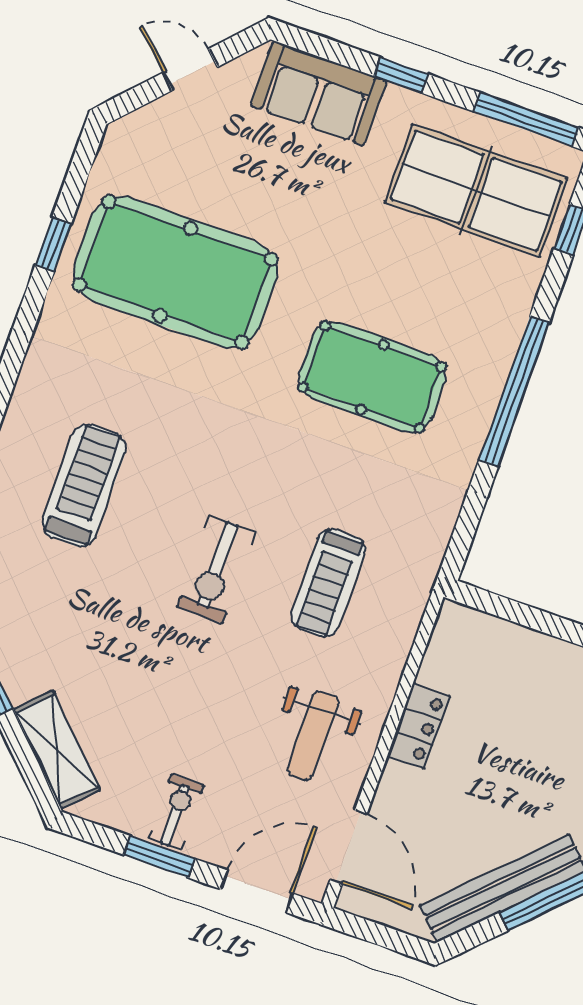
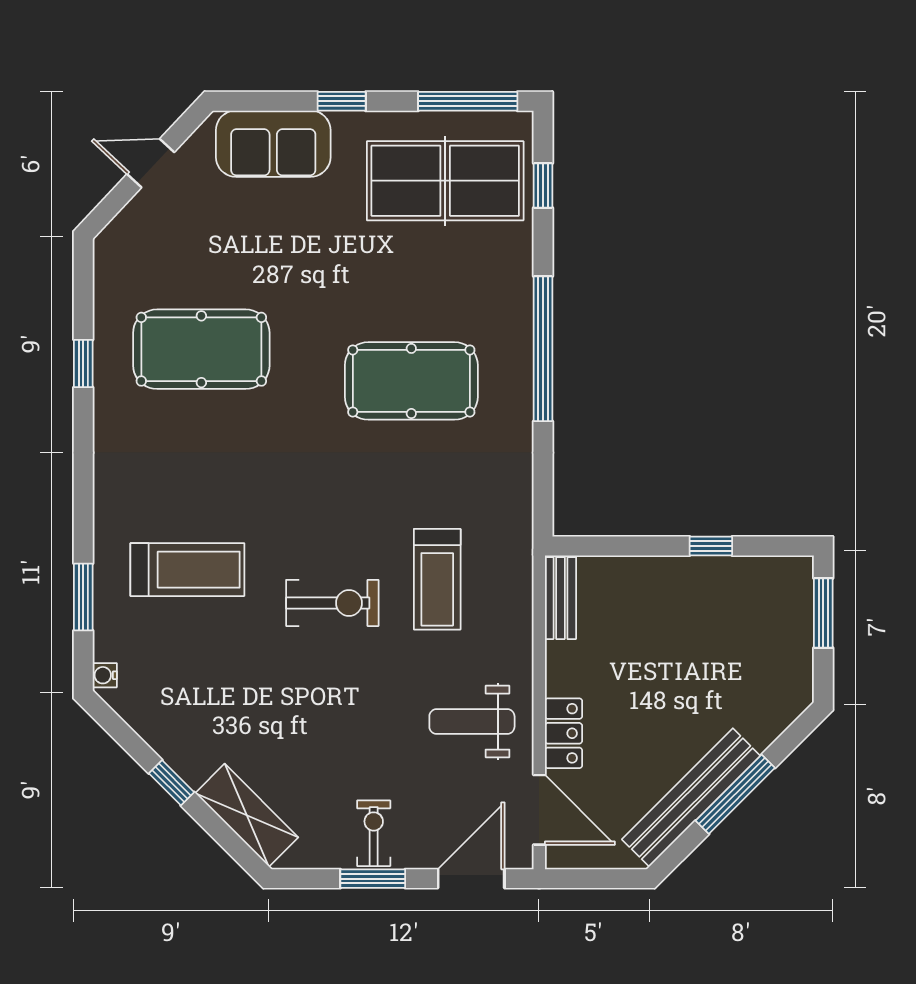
pool table: (175, 272) -> (201, 349), width x0.73, depth x0.76
treadmill: (84, 485) -> (187, 570), turned 90
exercise bike: (216, 569) -> (332, 603), turned -90
bench: (444, 645) -> (560, 598), added
locker: (418, 726) -> (563, 733), moved
weight bench: (313, 736) -> (472, 722), turned 90

